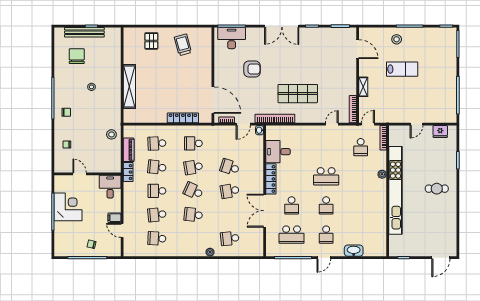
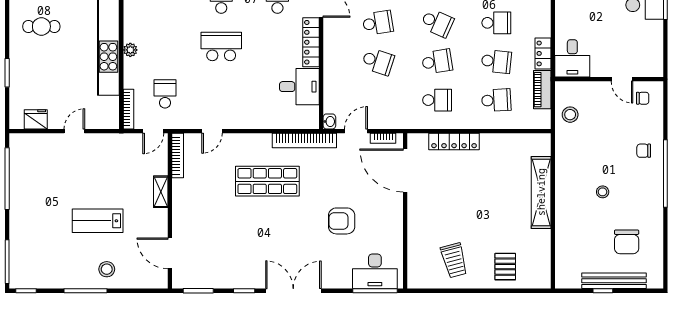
door: (80, 174) -> (622, 79), moved
wall: (87, 174) -> (609, 79), moved
desk: (110, 187) -> (572, 58), moved

